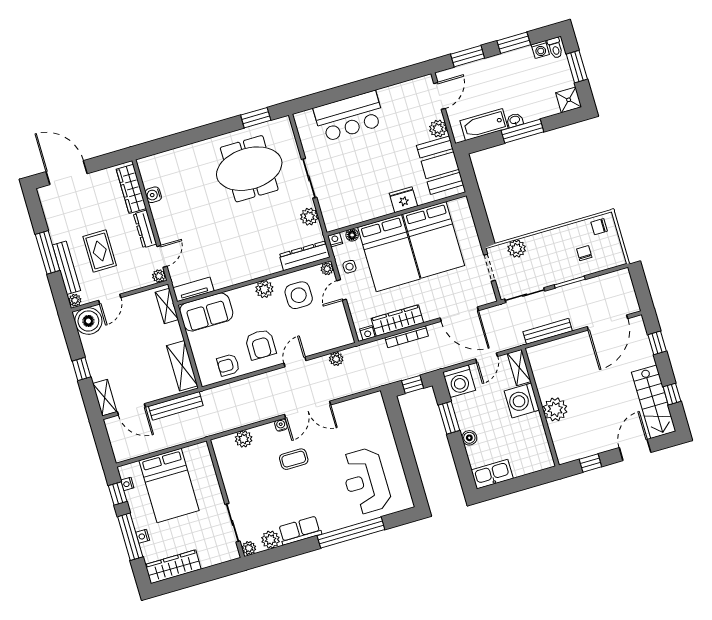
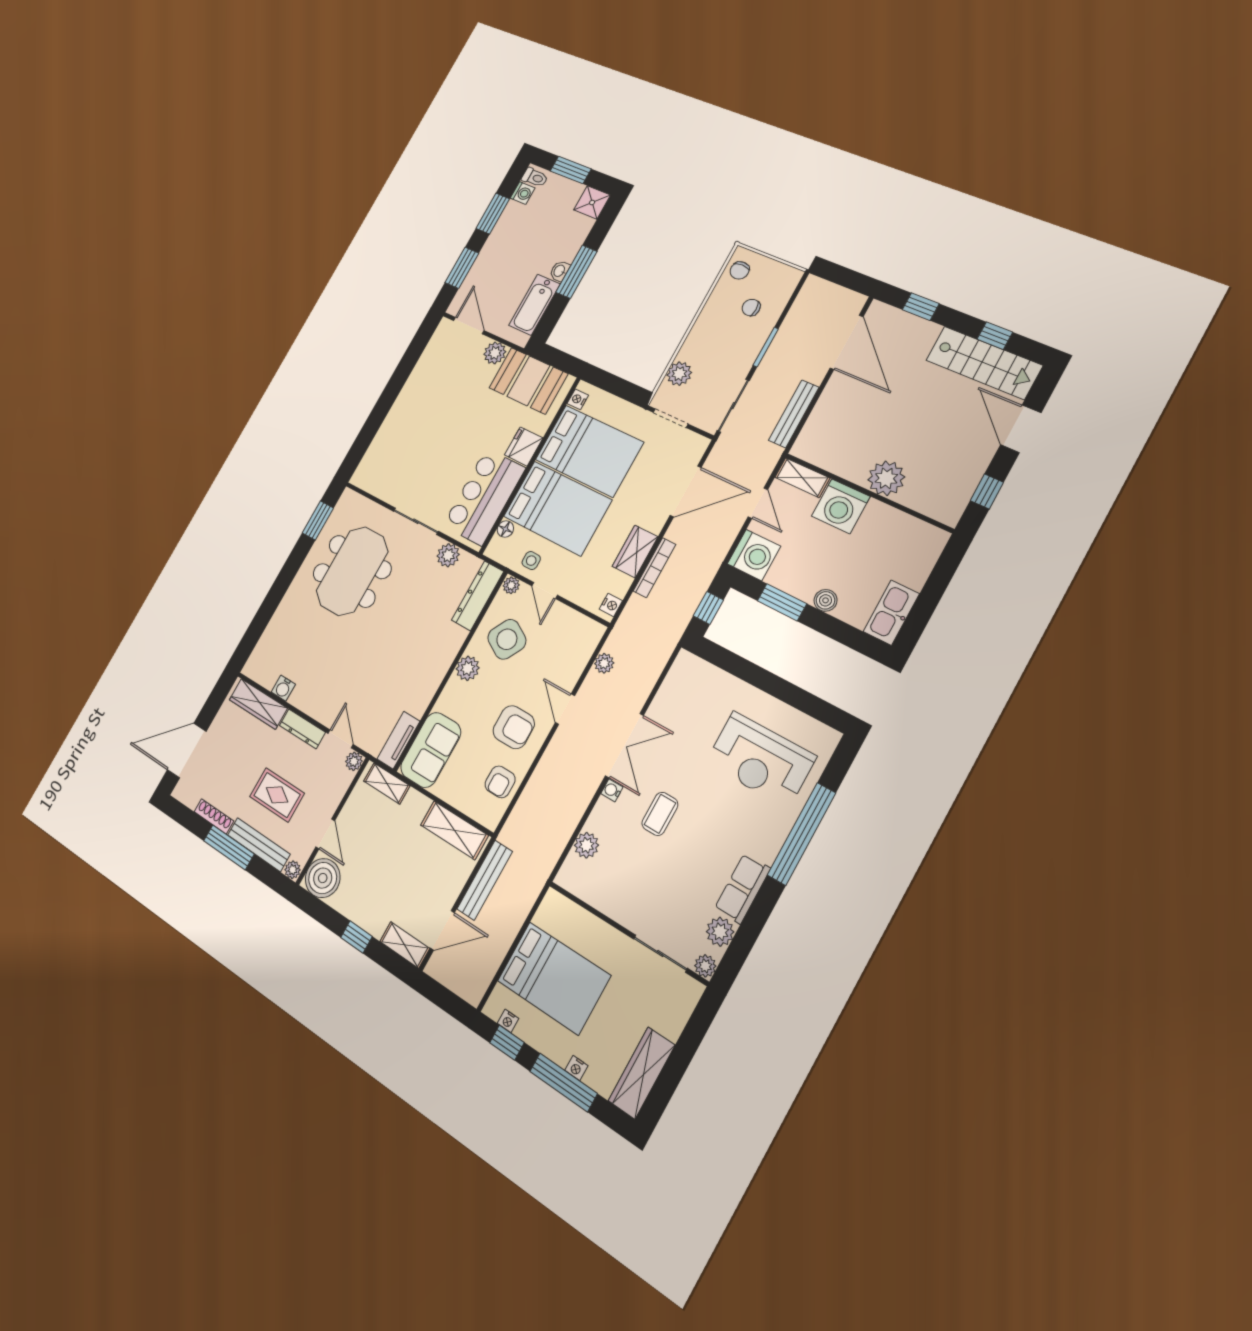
bar counter: (349, 116) -> (484, 497), moved, turned 180
shoe rack: (53, 226) -> (214, 816), added
nightstand: (335, 240) -> (578, 399), moved
side table: (299, 295) -> (507, 639), turned 30
wardrobe: (397, 321) -> (635, 552), width x0.67

